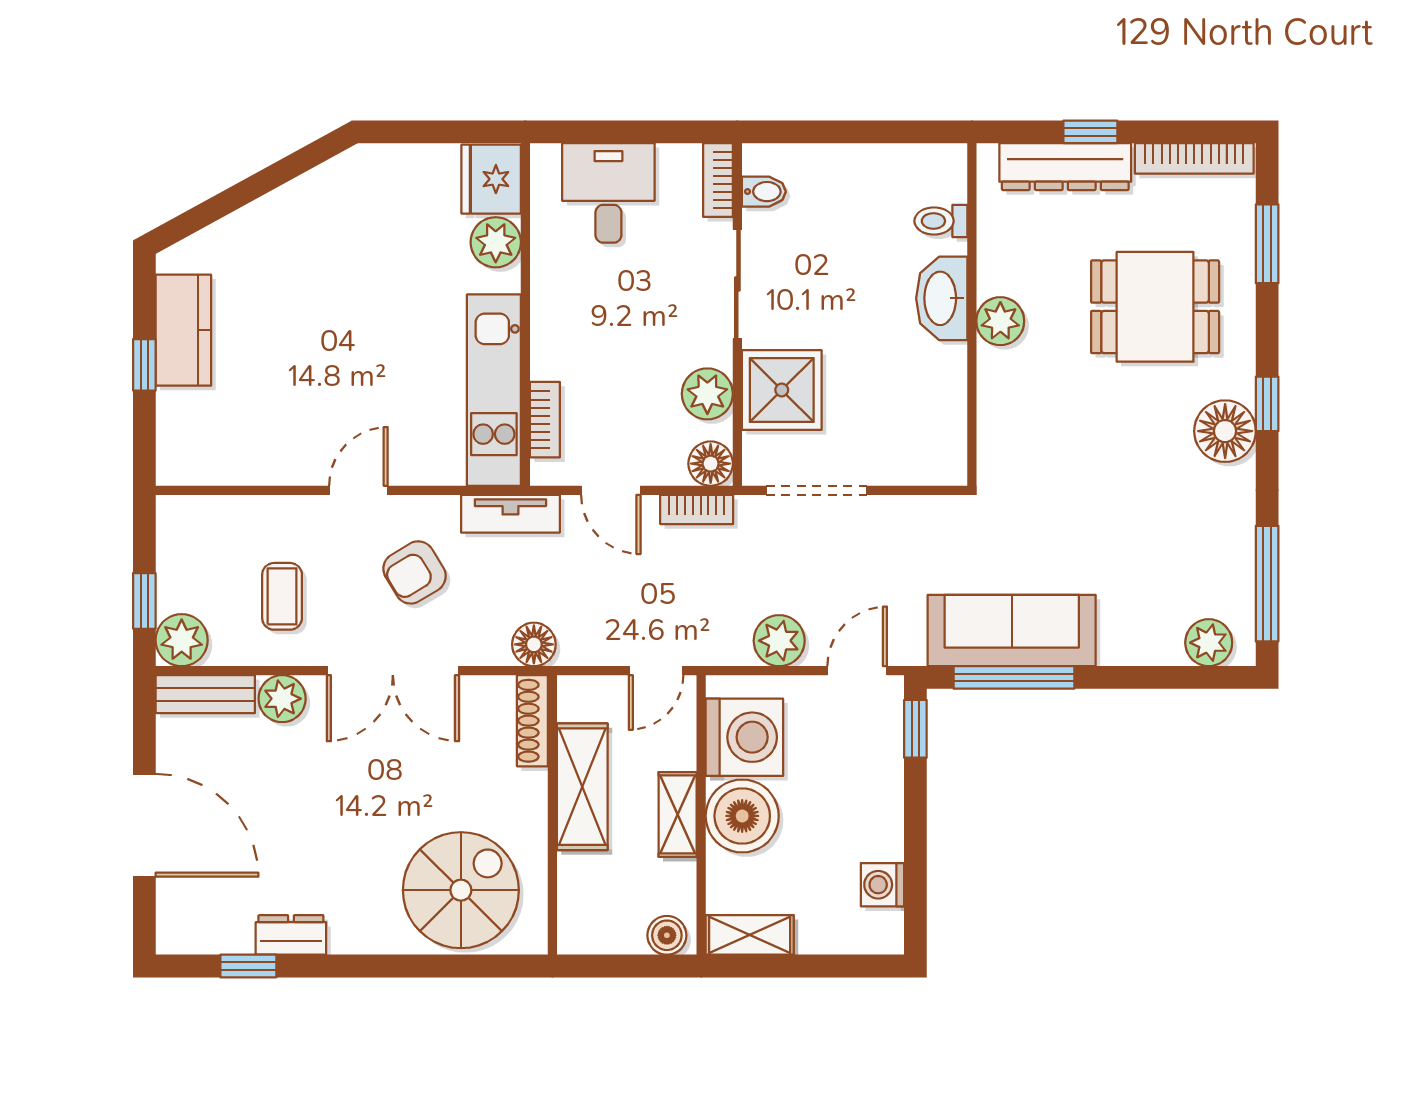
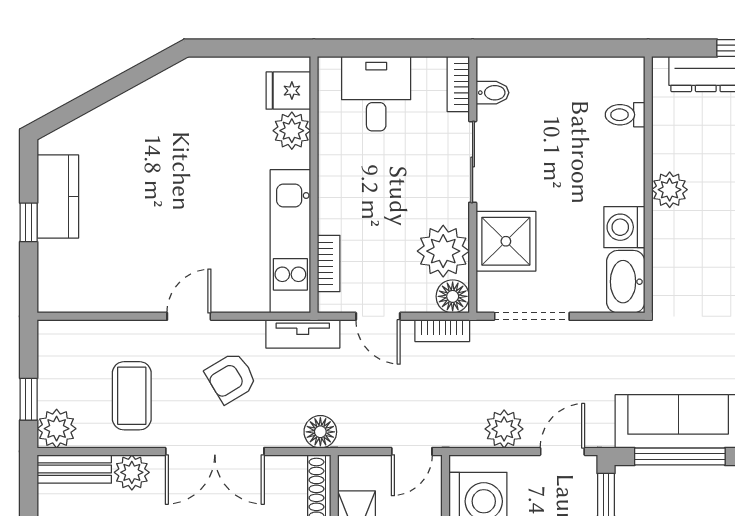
fridge: (491, 179) -> (288, 91), width x0.72
washbasin: (942, 298) -> (626, 282), moved
washing machine: (940, 371) -> (624, 227), added
plant: (707, 394) -> (443, 251), width x1.36, depth x1.36
coffee table: (282, 596) -> (132, 396), width x1.36, depth x1.30

